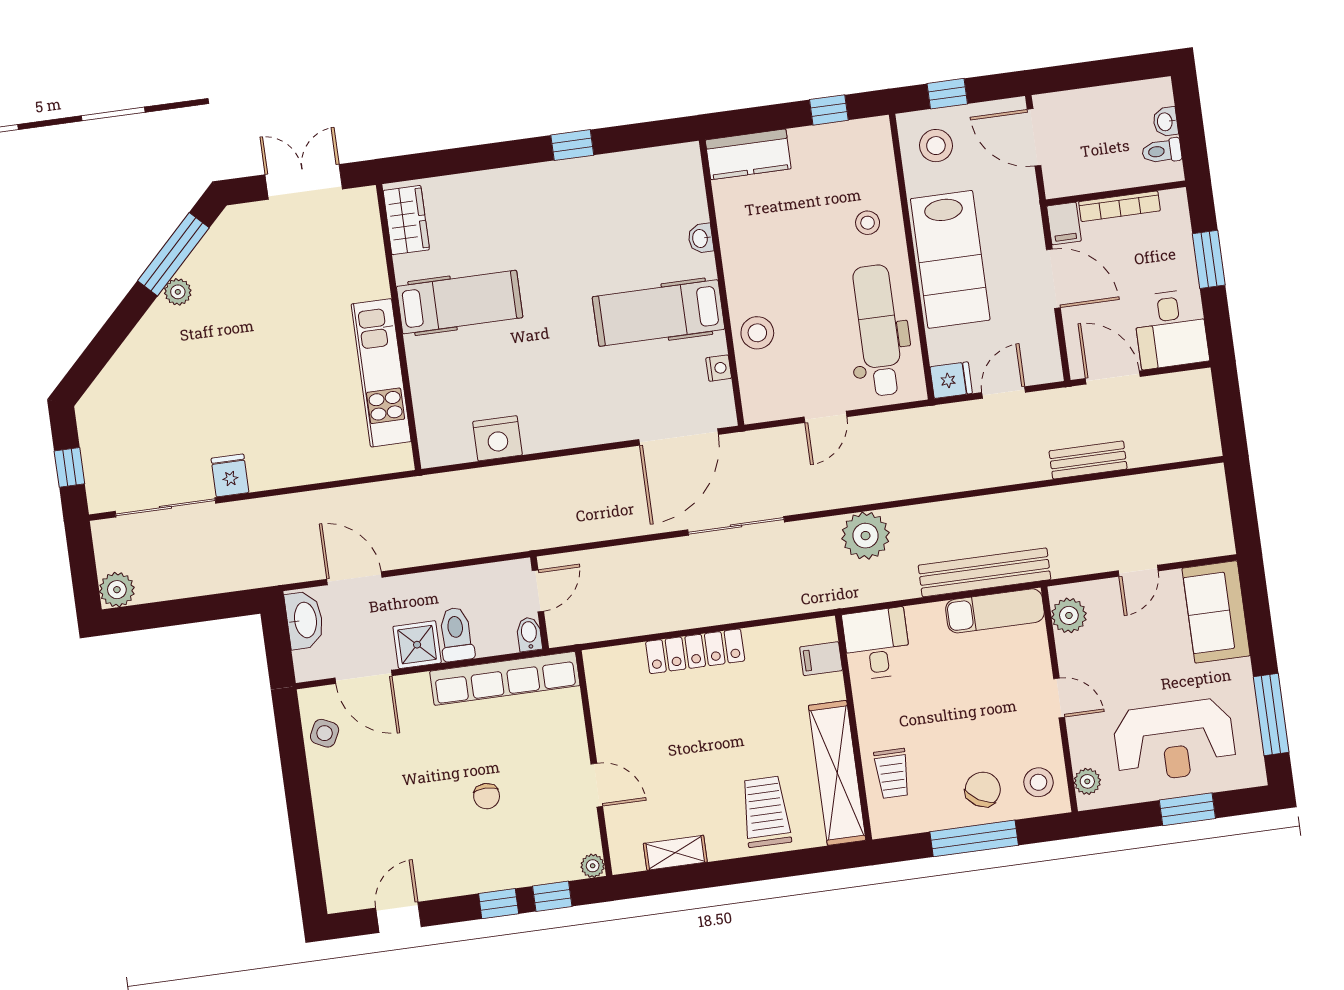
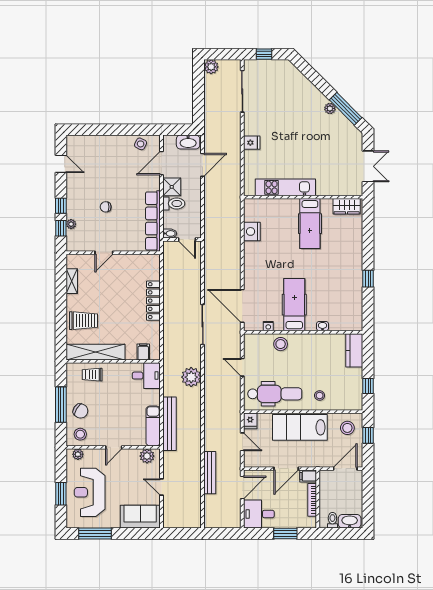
washbasin: (1165, 122) -> (350, 521), width x1.91, depth x1.45
bench: (1088, 460) -> (210, 473), width x1.36
fridge: (230, 475) -> (252, 143), moved
plant: (593, 866) -> (71, 224), moved

